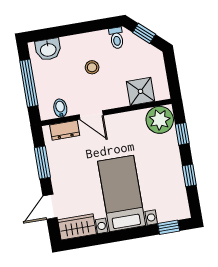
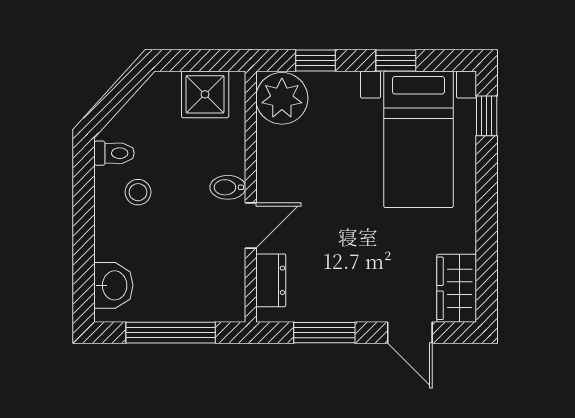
window: (144, 33) -> (114, 100), removed
stool: (92, 67) -> (138, 192), moved
shower: (141, 91) -> (205, 94), moved
bidet: (60, 108) -> (228, 187), moved
bed with nightstands: (122, 193) -> (419, 139), moved, turned -90

